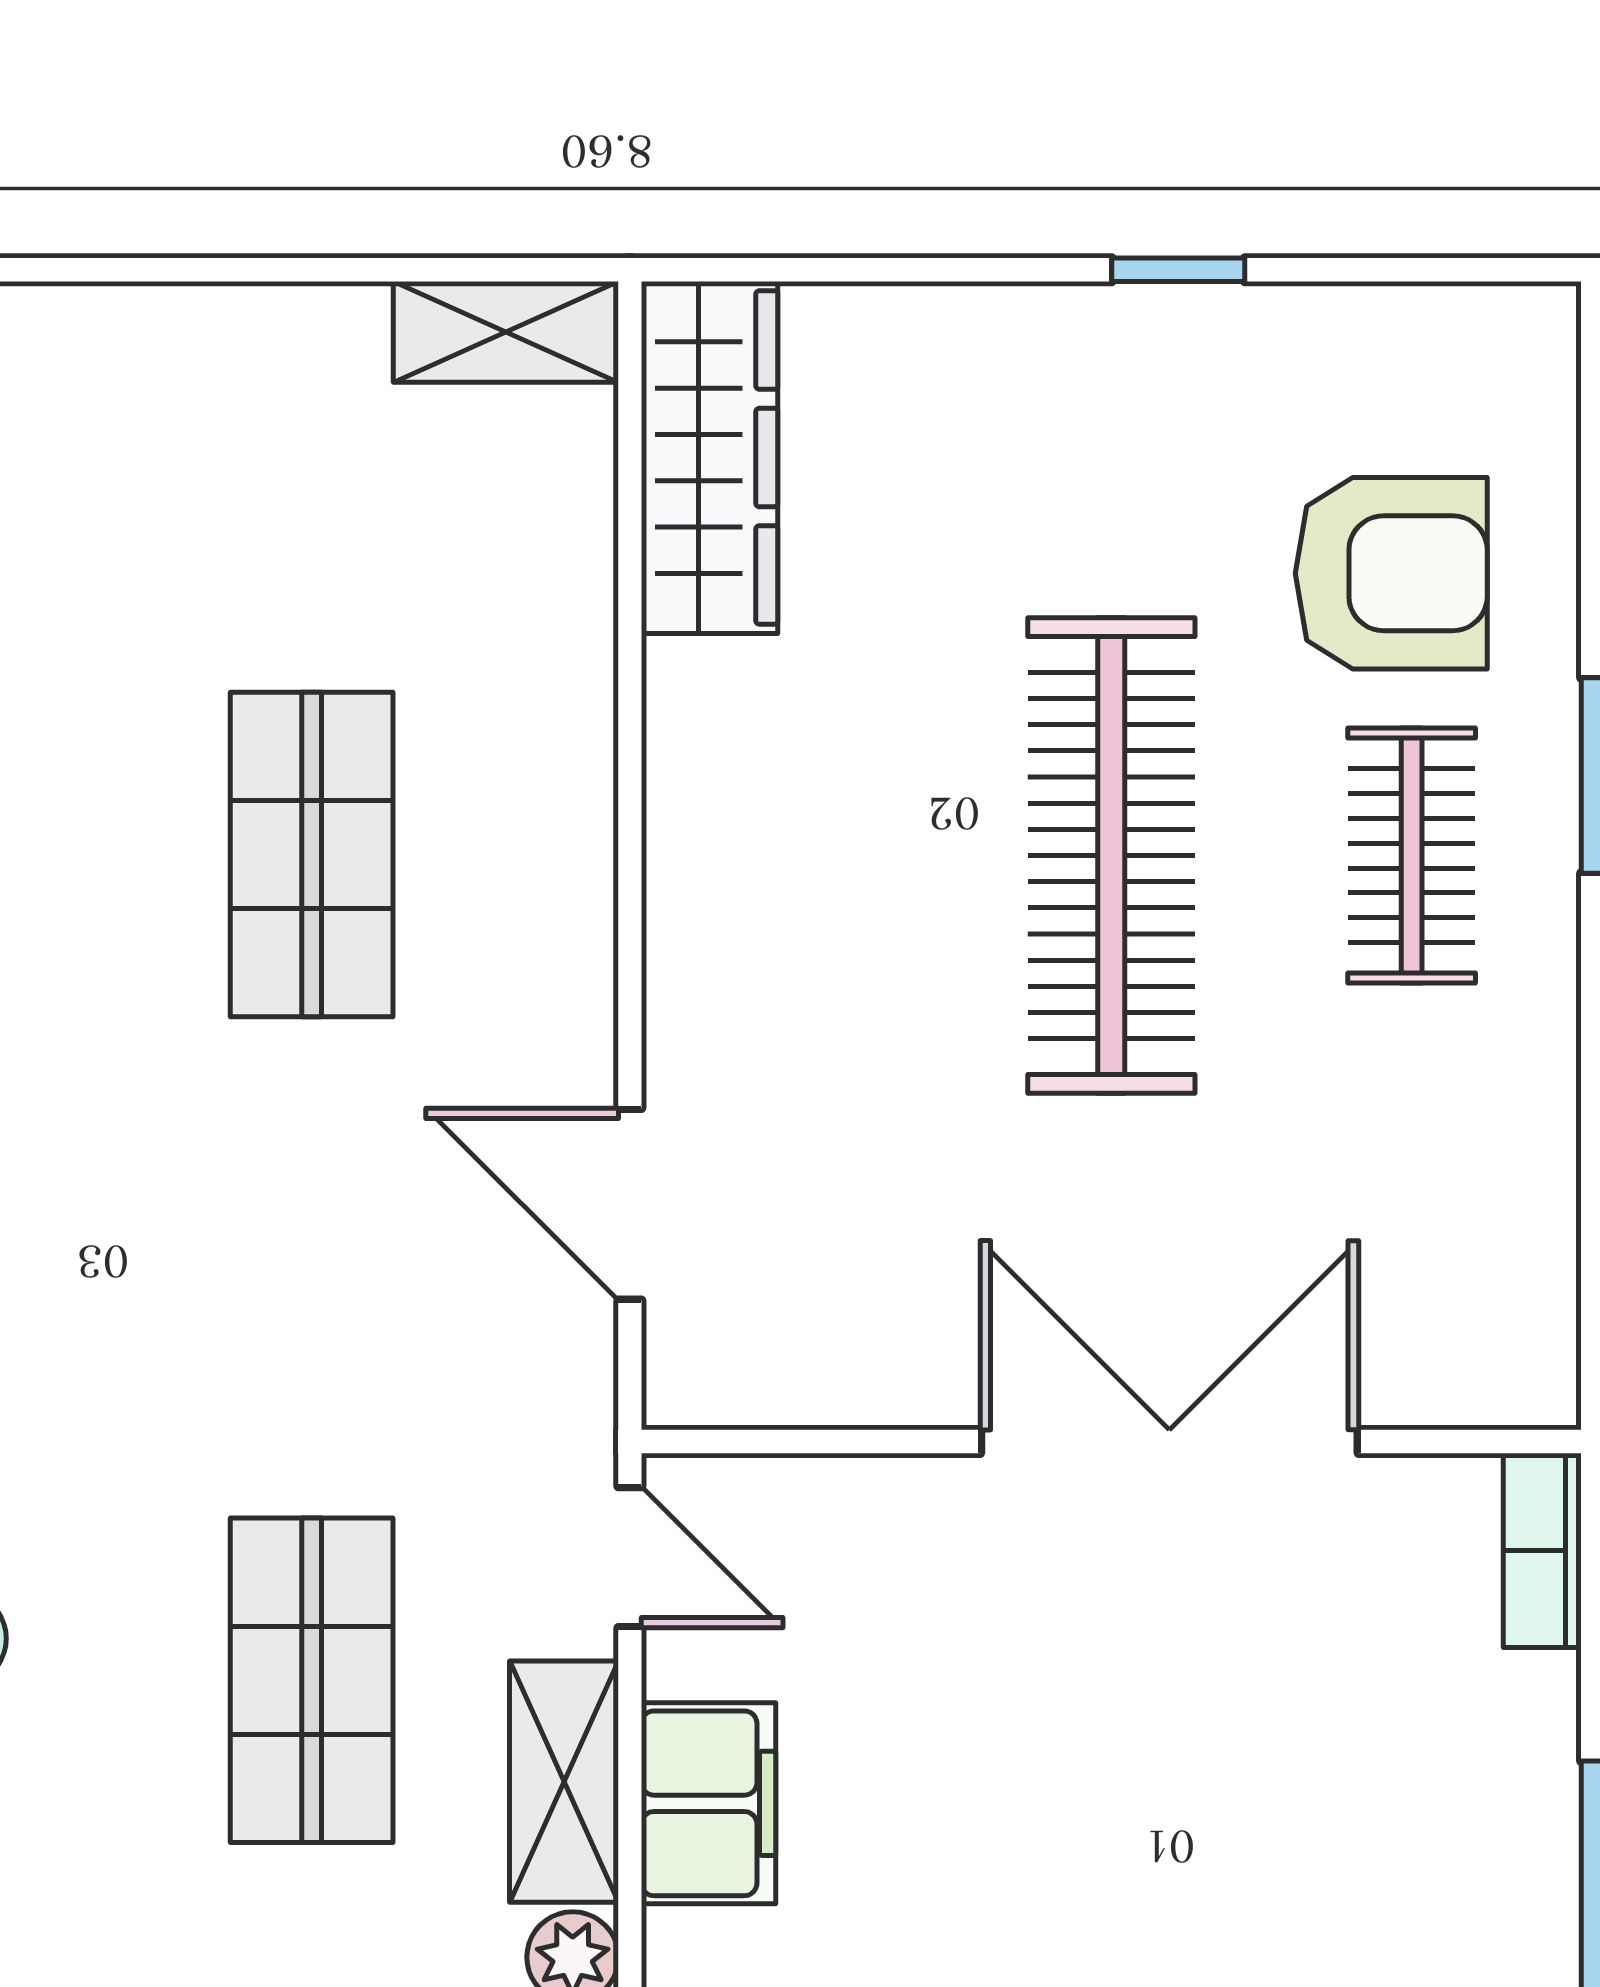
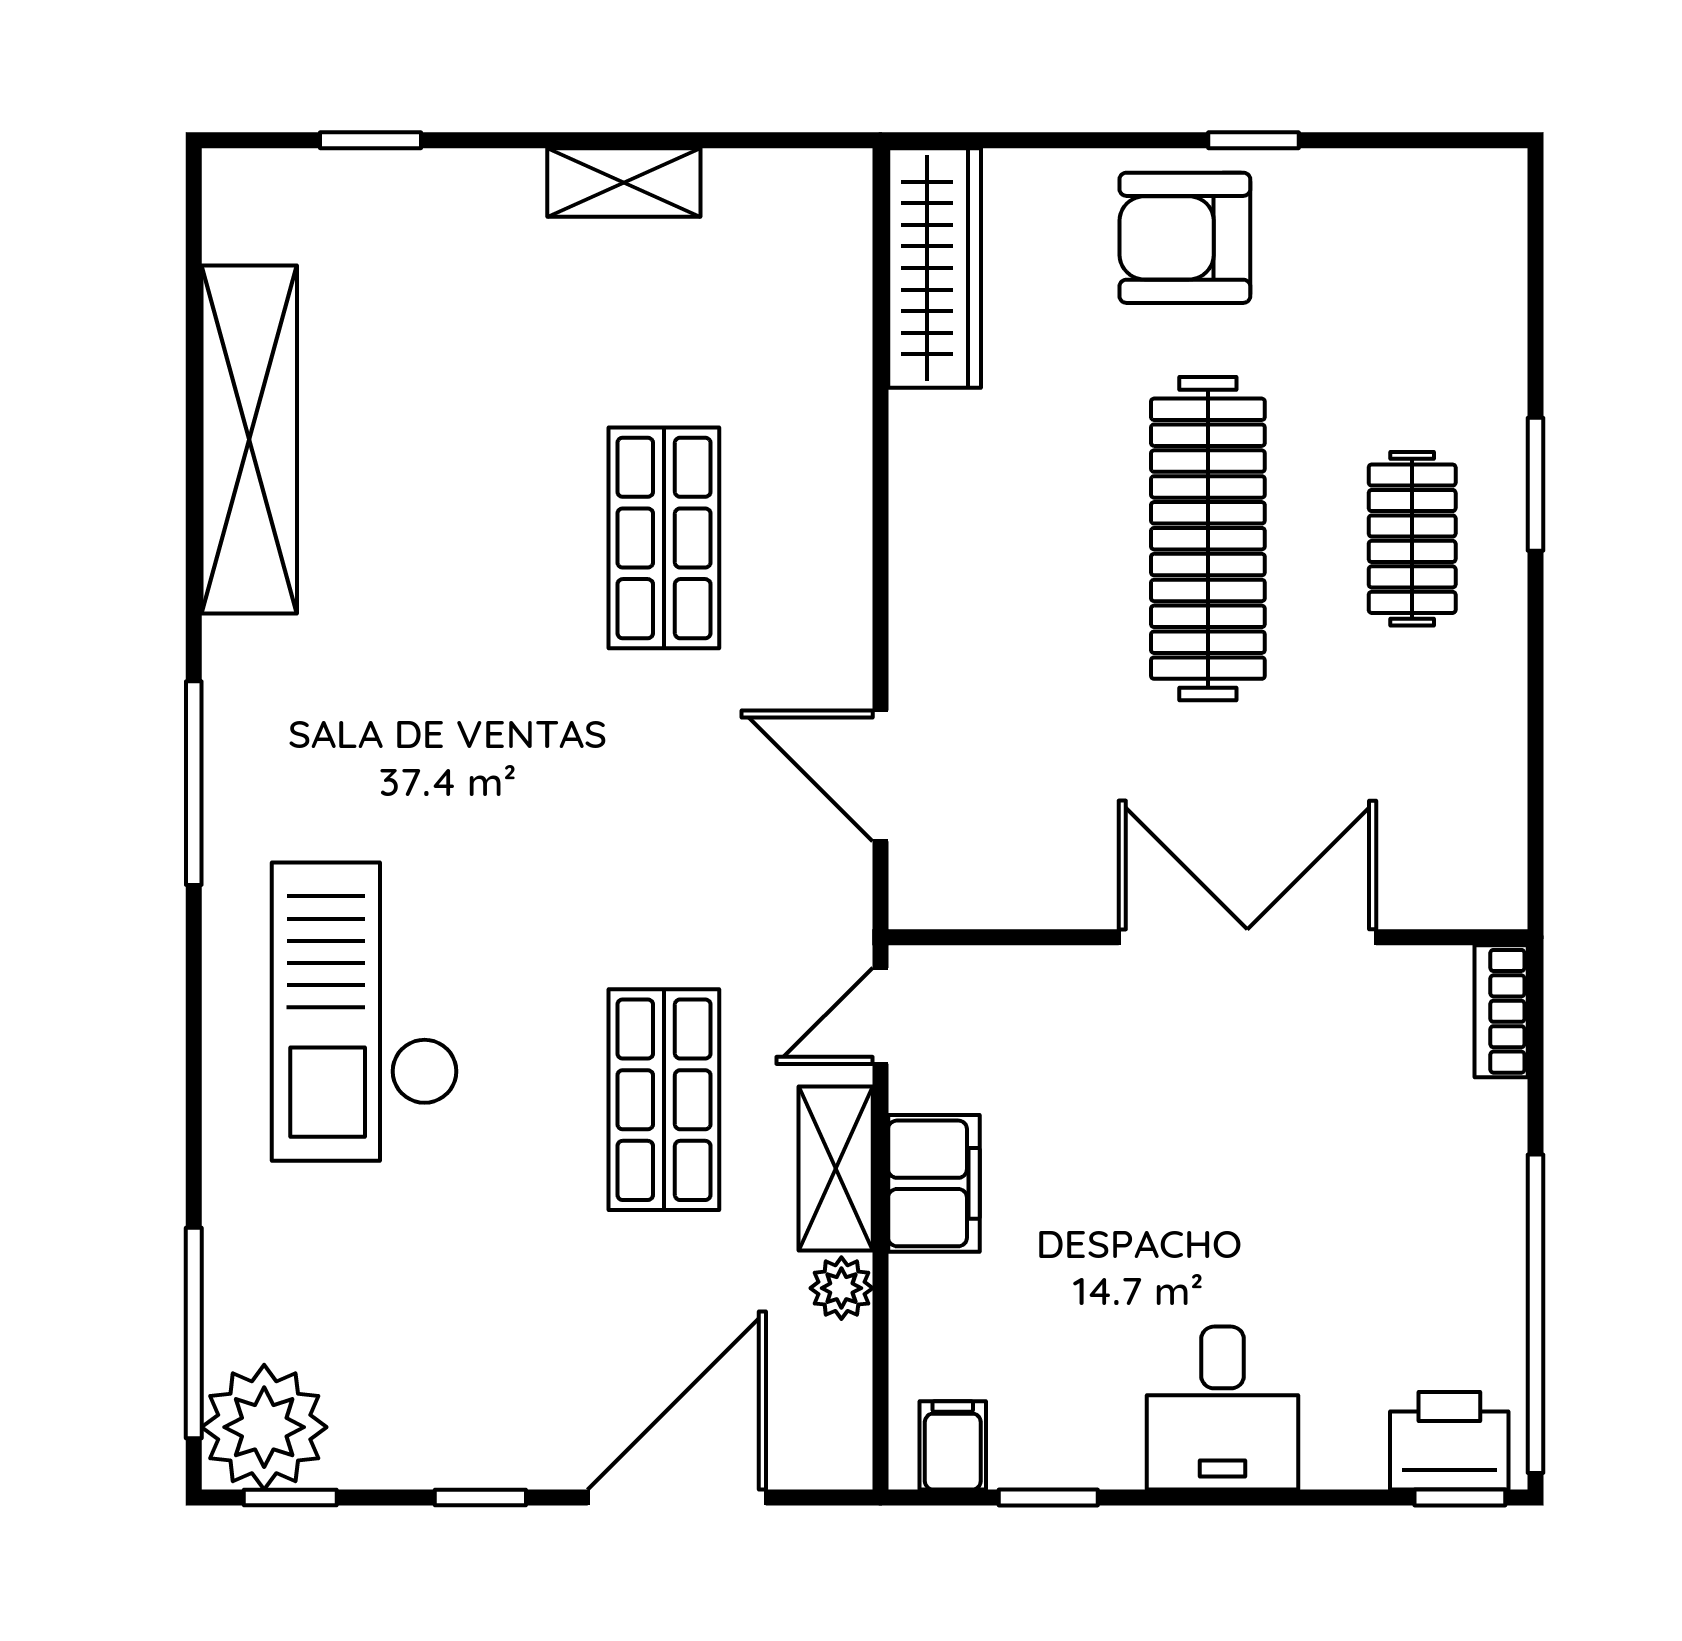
shelving: (506, 332) -> (624, 182), moved
armchair: (1391, 573) -> (1185, 238), moved, turned 180
door: (630, 1557) -> (880, 1016), swing flipped

